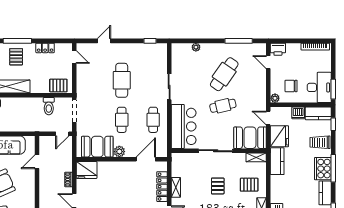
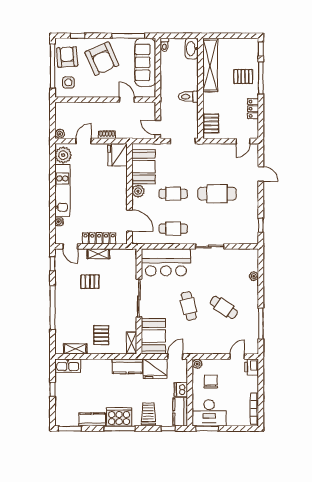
cafe table: (224, 74) -> (224, 307), width x0.73, depth x0.74
toilet: (49, 106) -> (188, 97), moved
pallet: (218, 186) -> (90, 282), moved

